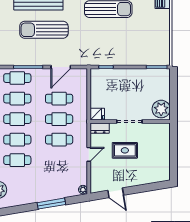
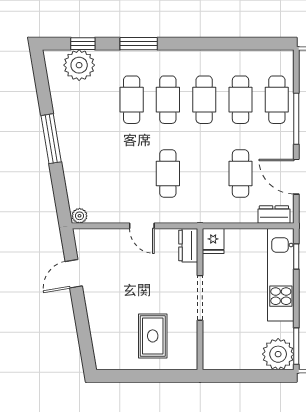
kitchen unit: (116, 76) -> (281, 275), added
dresser: (82, 80) -> (274, 215), added
plant: (161, 109) -> (278, 354), moved
cafe table: (59, 119) -> (204, 174), removed
rug: (125, 150) -> (153, 336), moved
window: (51, 204) -> (51, 139), moved

